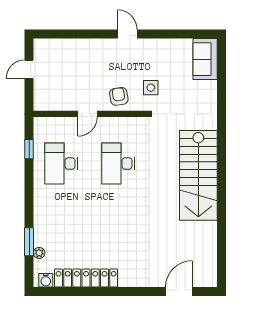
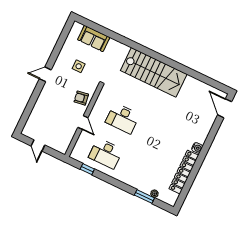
sofa: (205, 59) -> (94, 38), moved
side table: (151, 88) -> (79, 66), moved
water cooler: (46, 280) -> (197, 148), moved
door: (179, 292) -> (225, 108), moved

